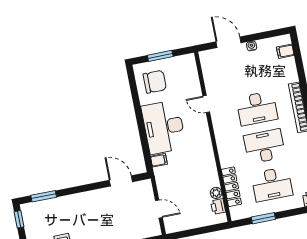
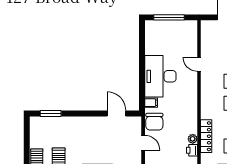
window: (160, 56) -> (169, 17), width x1.44
chair: (155, 82) -> (154, 122), moved, turned 90
window: (19, 219) -> (27, 128), removed

